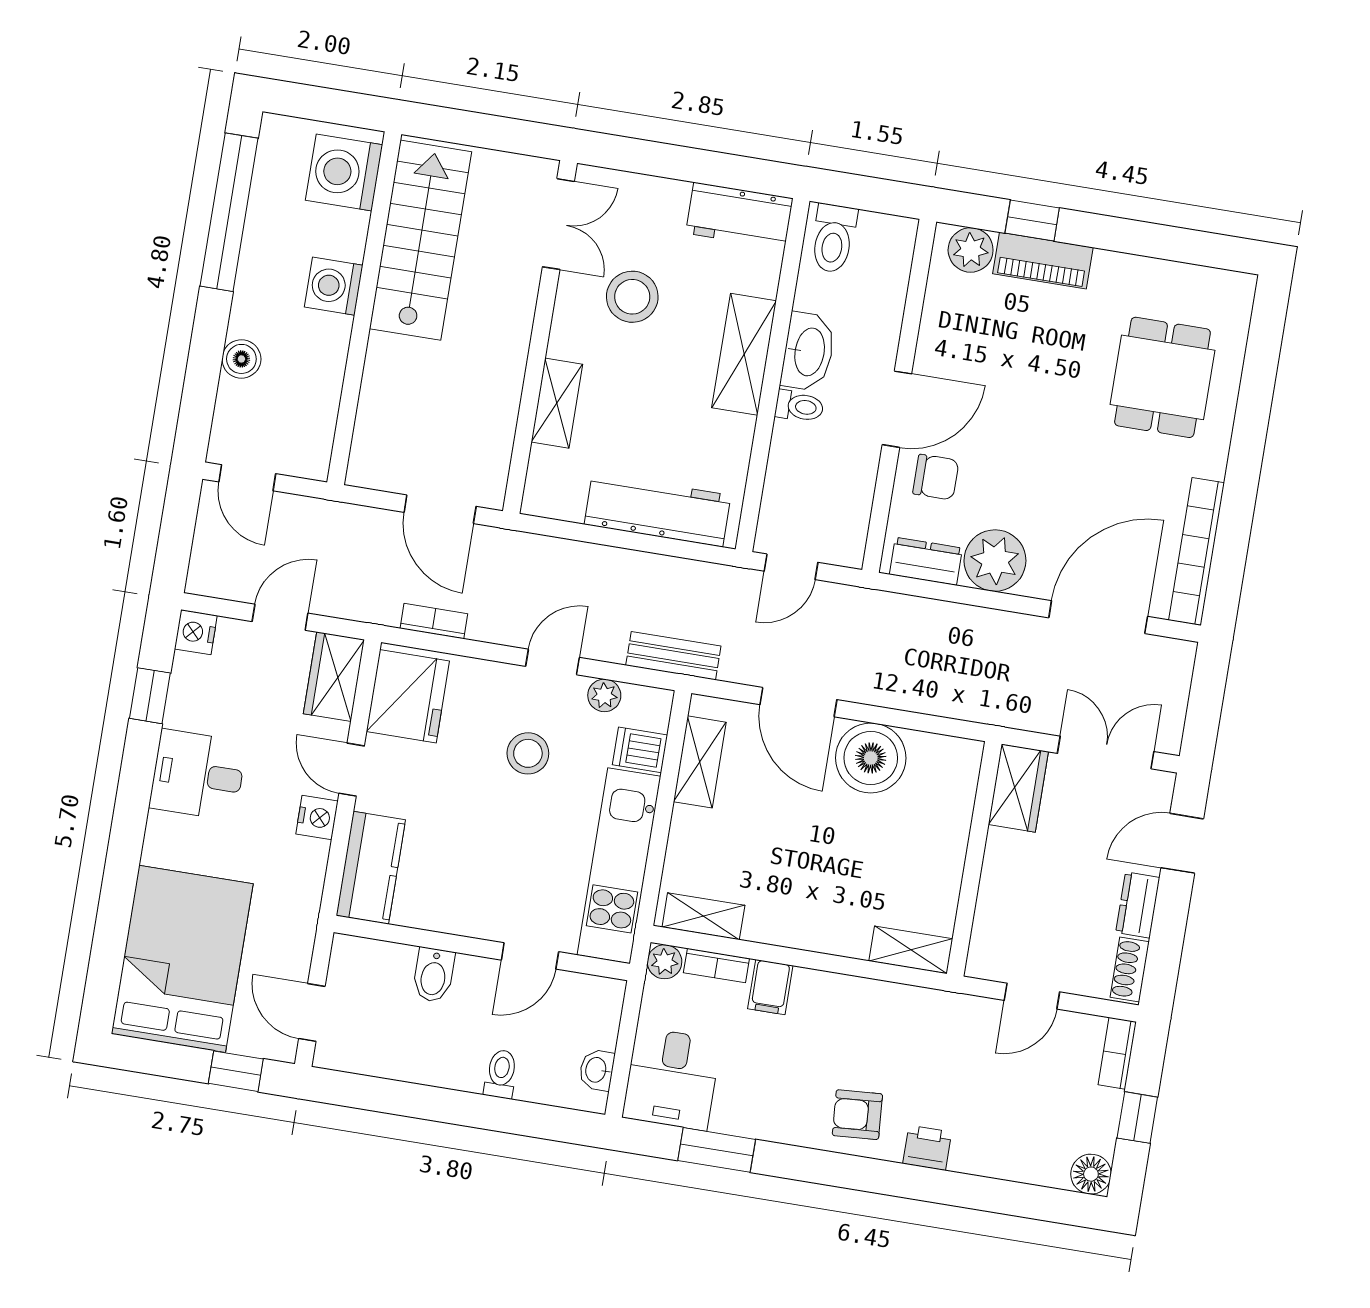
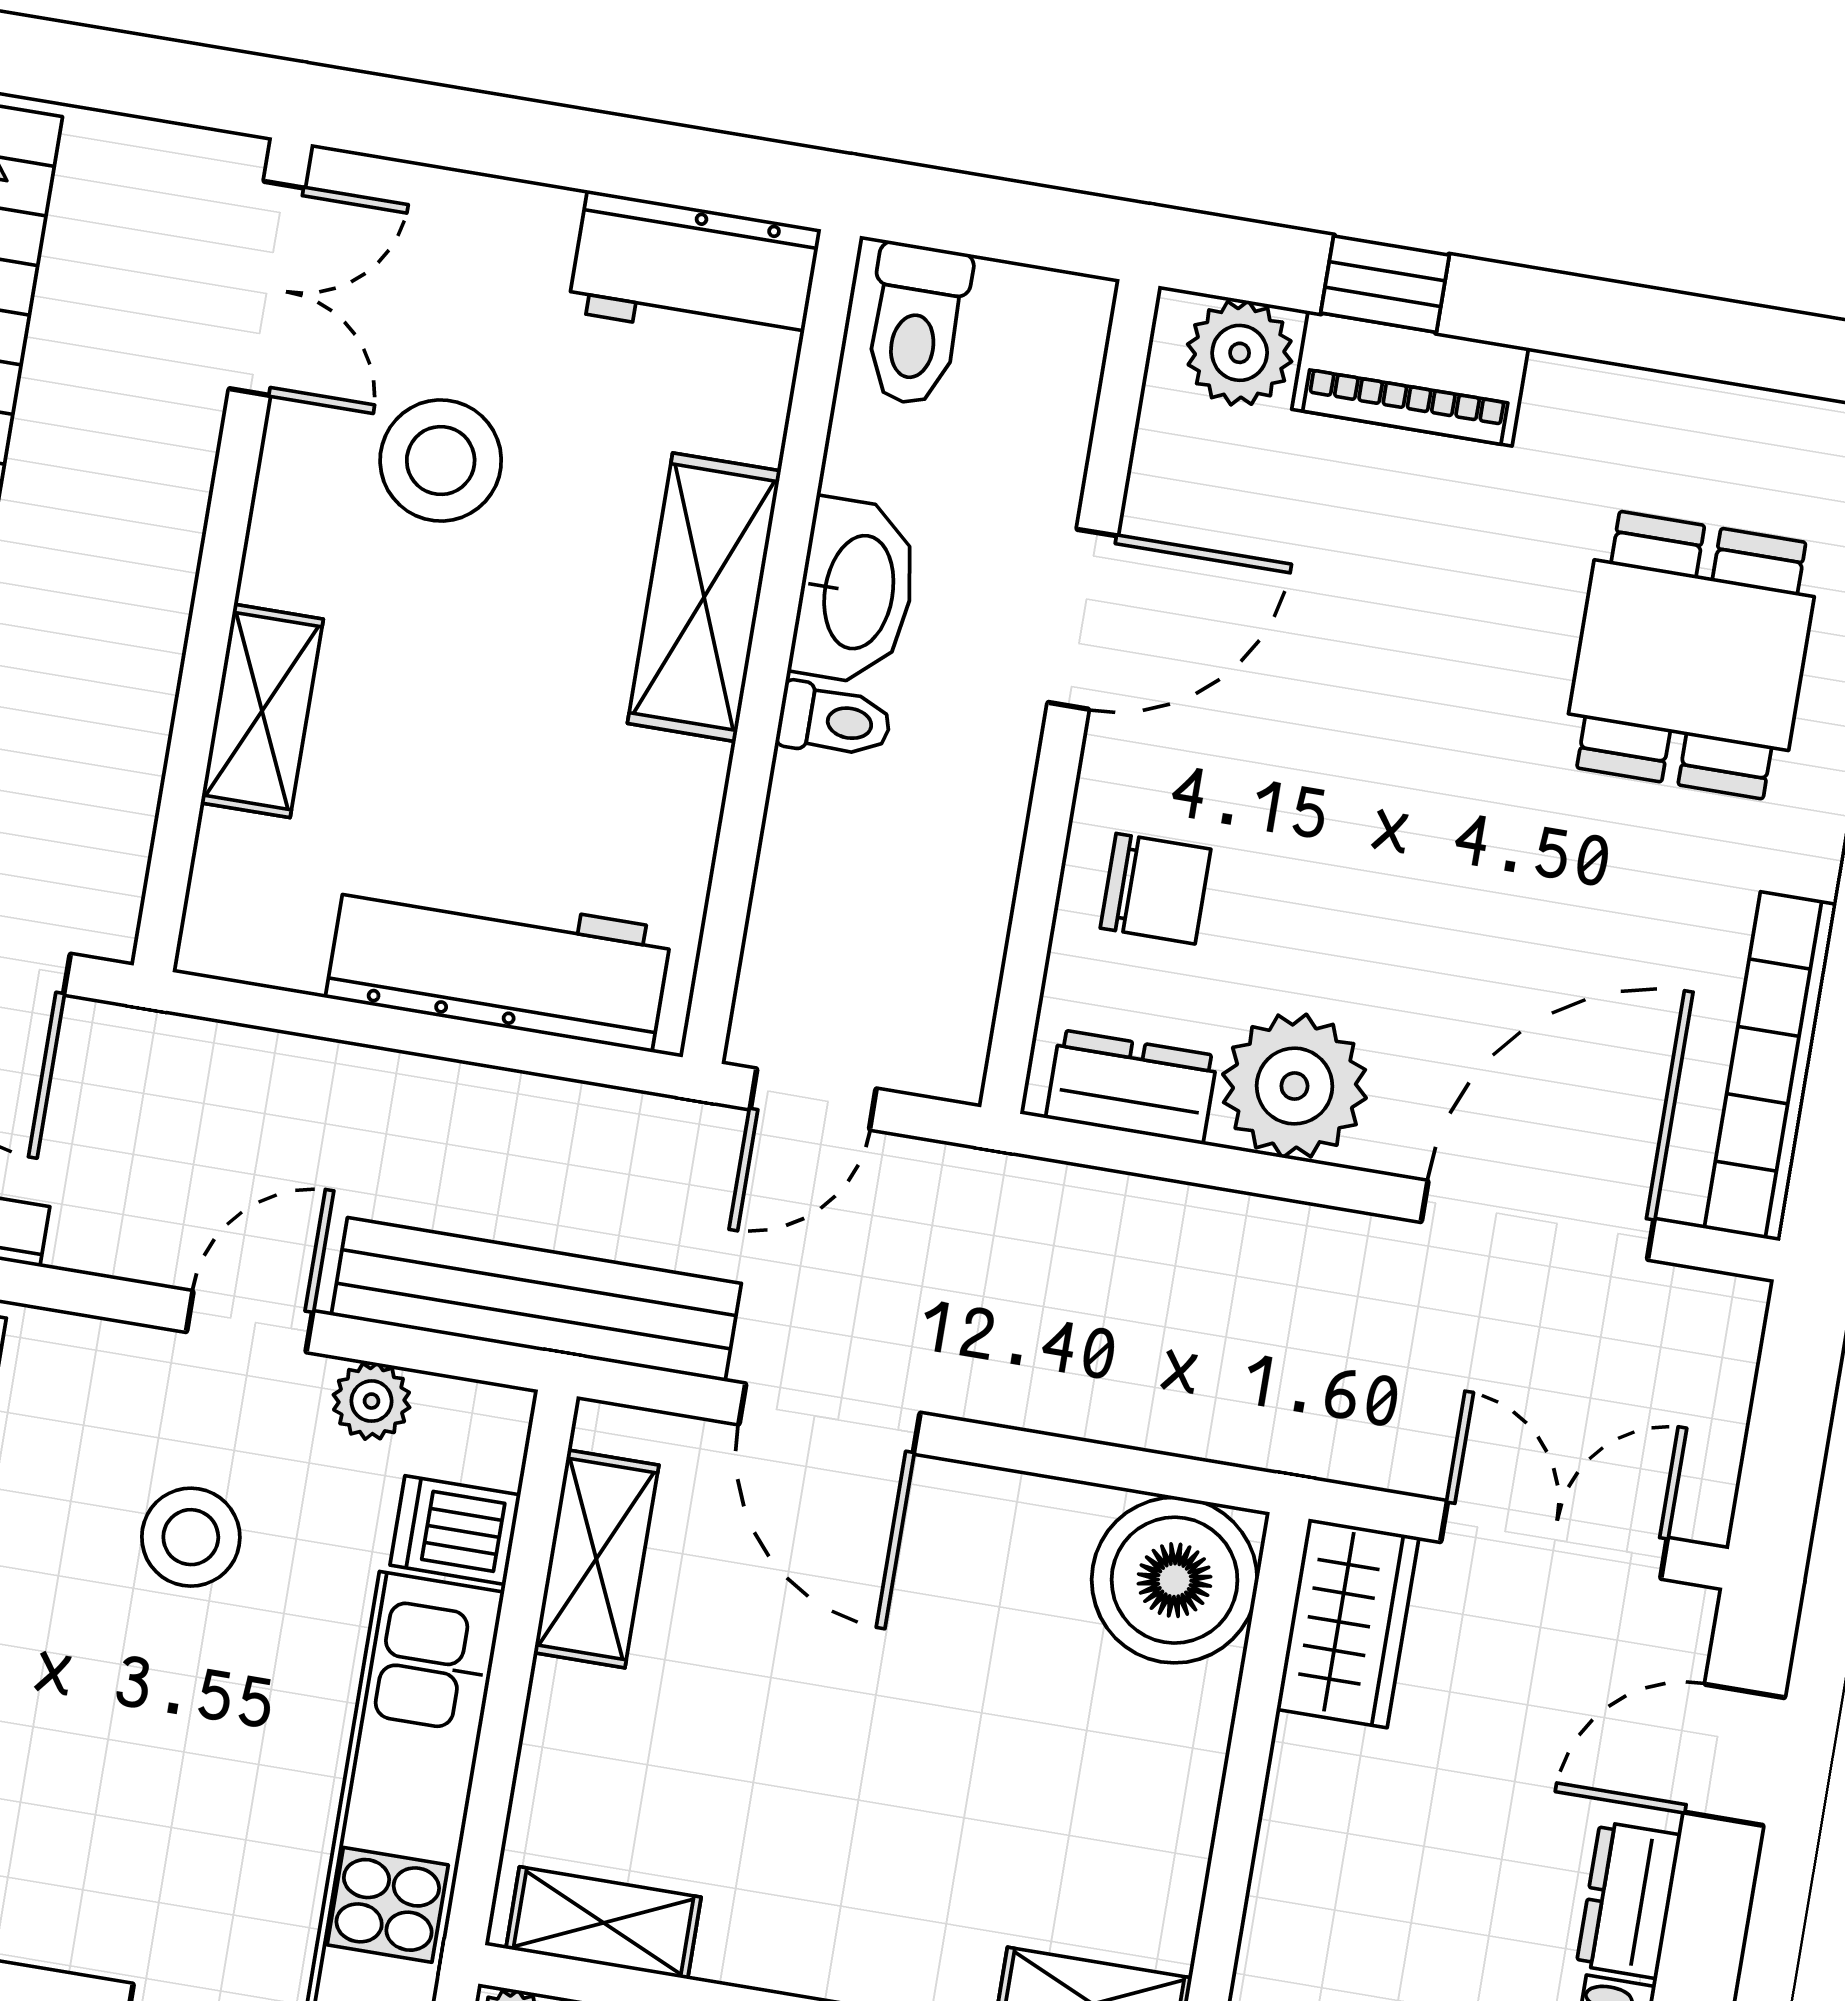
door: (897, 409) -> (1083, 619), moved
bench: (673, 656) -> (536, 1299), width x1.86, depth x1.21
boiler: (871, 758) -> (1175, 1580), moved

